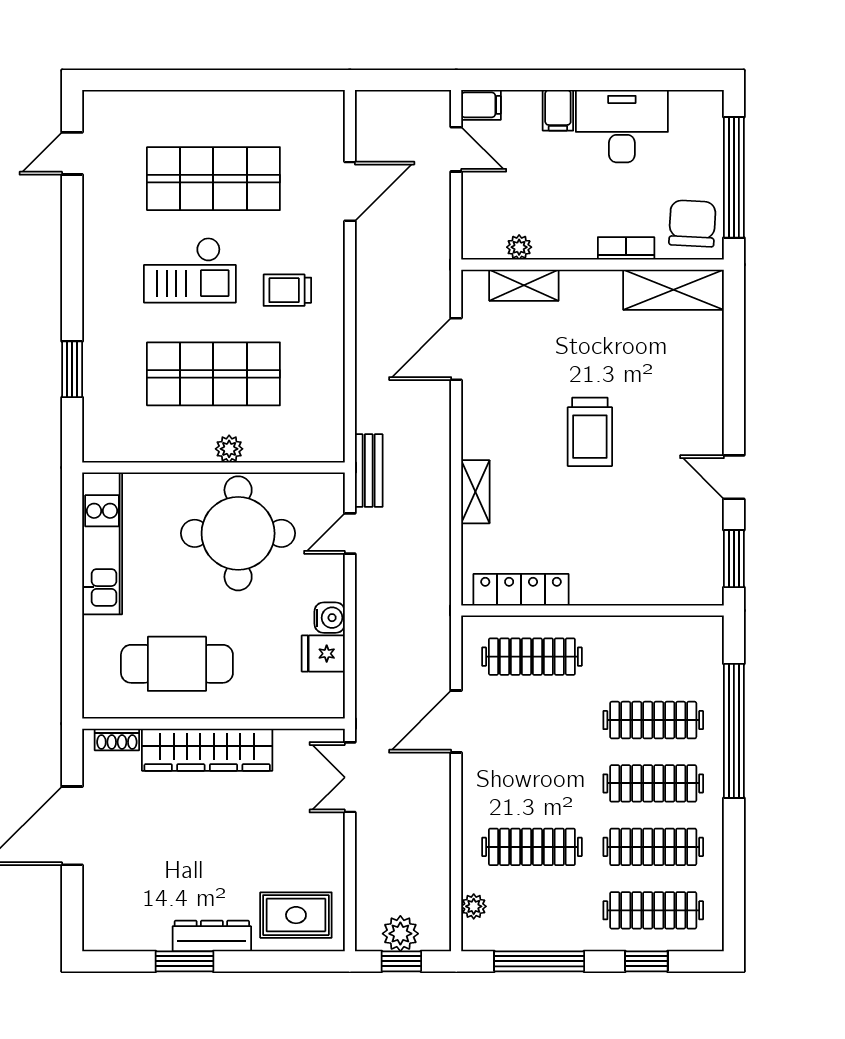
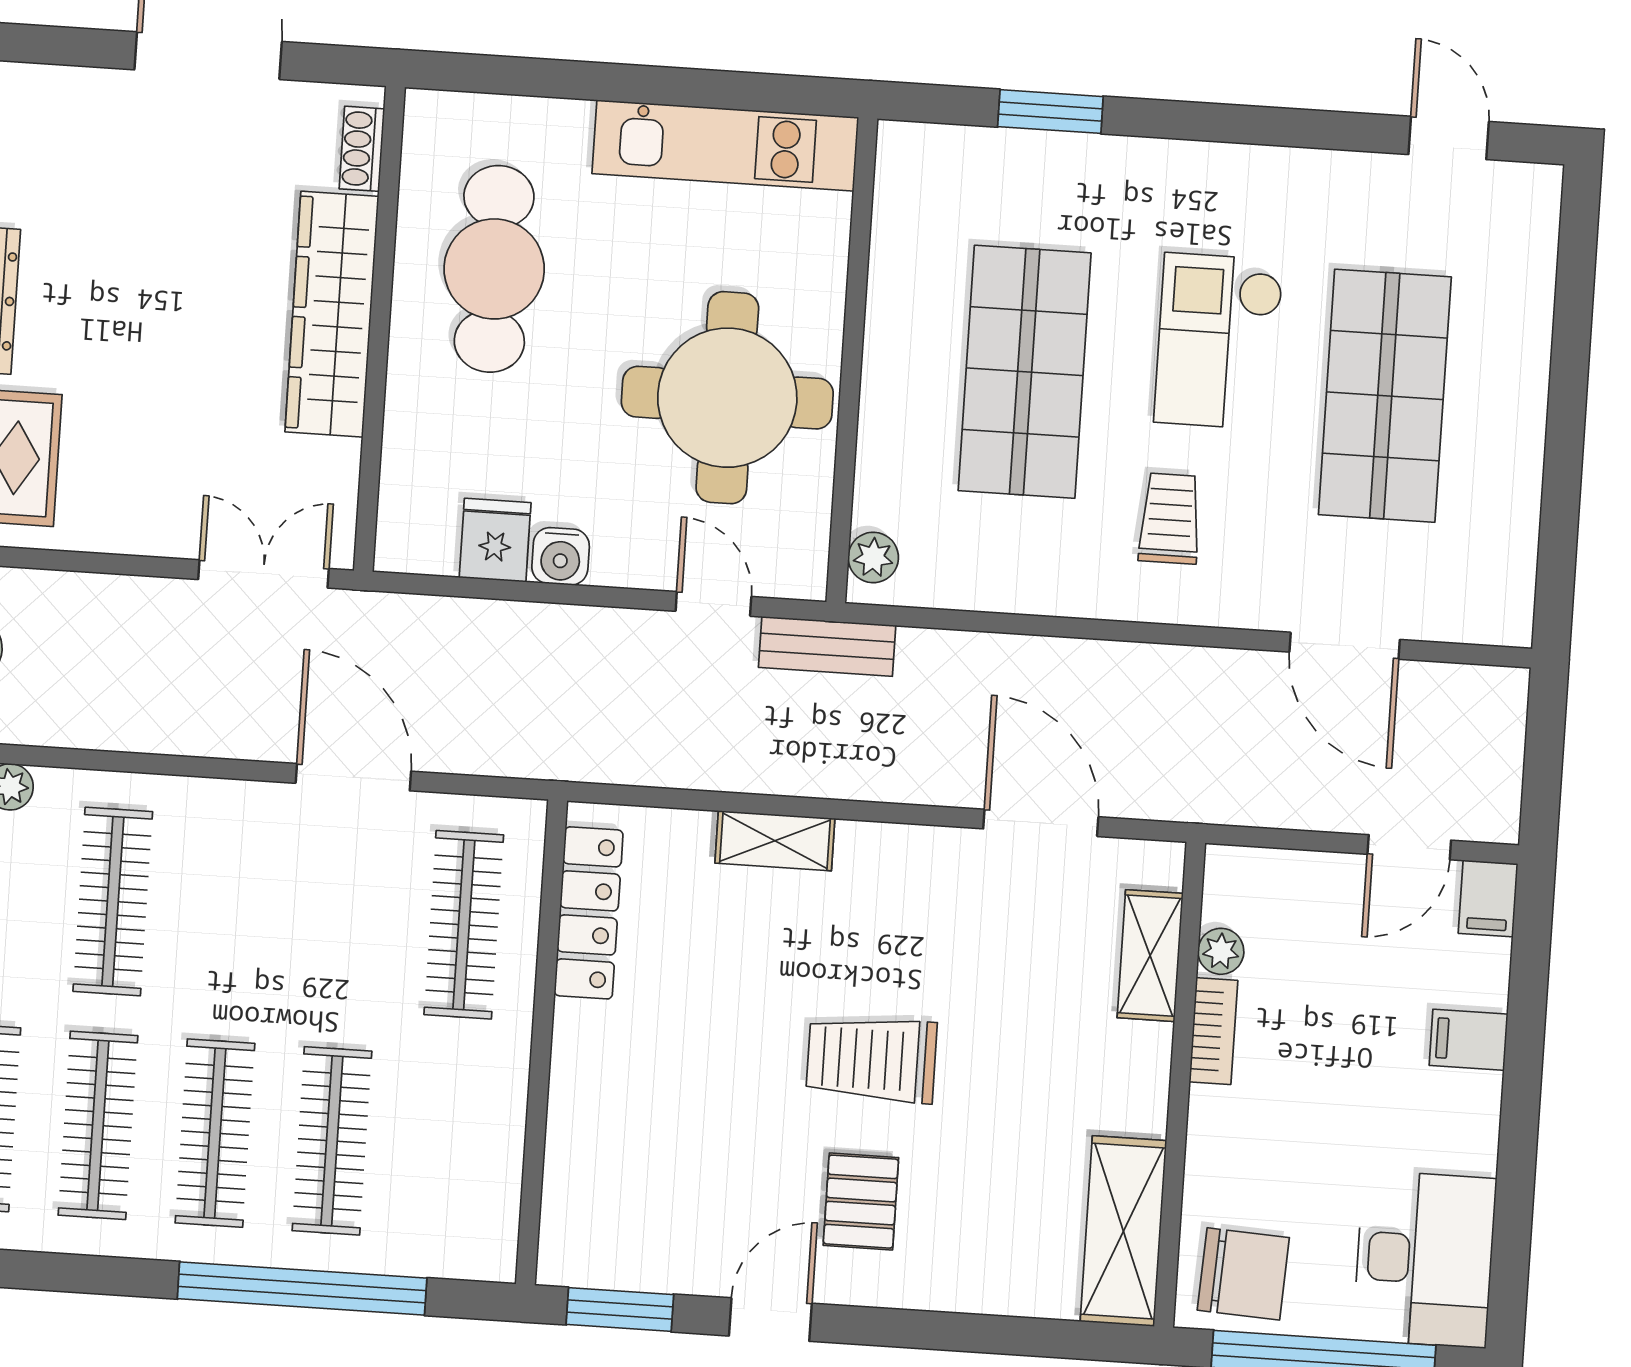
desk: (622, 126) -> (1425, 1259), moved
bookcase: (626, 248) -> (1213, 1031), moved
pallet: (667, 432) -> (861, 1202), added
plant: (229, 449) -> (873, 557), moved

